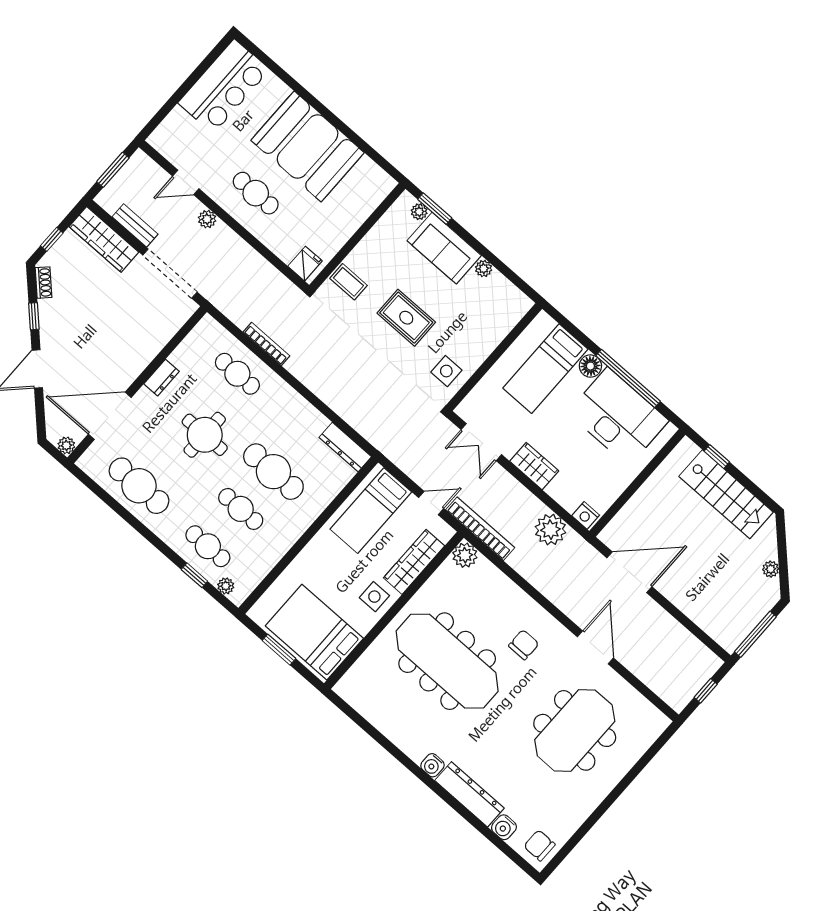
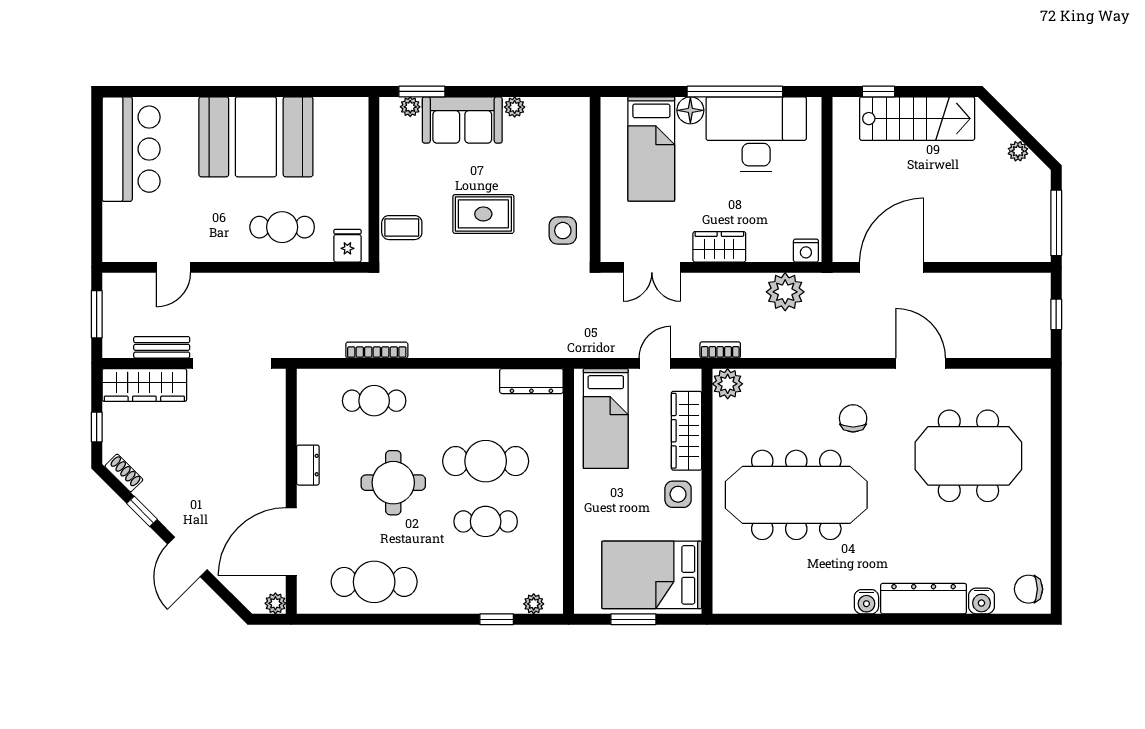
cafe table: (256, 193) -> (282, 227), moved
plant: (207, 219) -> (222, 284), removed
bookcase: (480, 529) -> (720, 350), width x0.43, depth x0.76
cafe table: (208, 546) -> (486, 582), removed
meeting table: (575, 730) -> (968, 456), turned 90

